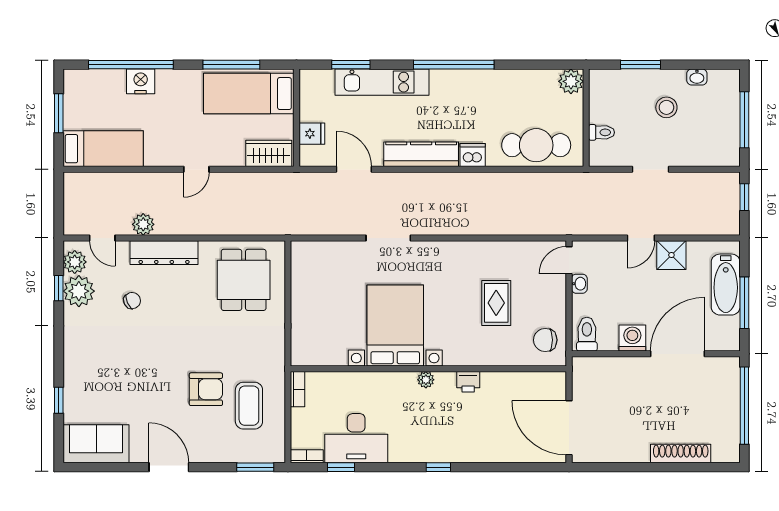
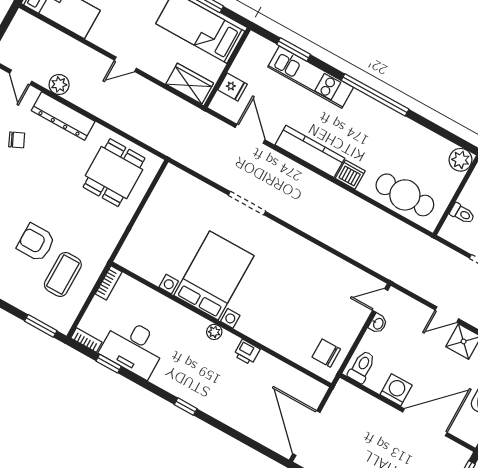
rug: (496, 303) -> (304, 302), removed
armchair: (206, 389) -> (36, 243), turned 180

